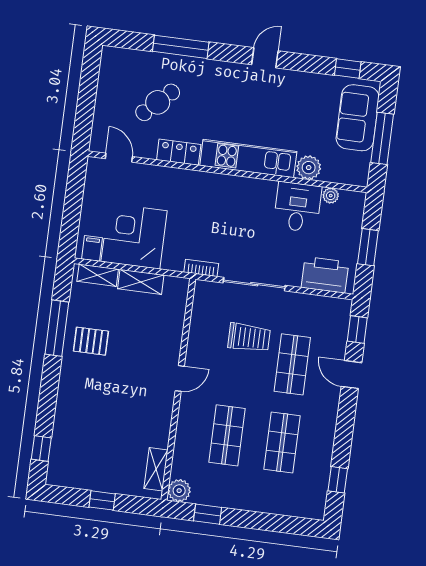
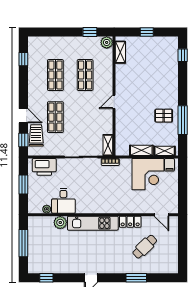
window: (181, 47) -> (136, 278), width x0.69
sofa: (358, 118) -> (38, 252), removed
shelving: (201, 300) -> (108, 145), added
trolley: (249, 337) -> (36, 135), moved, turned 90

